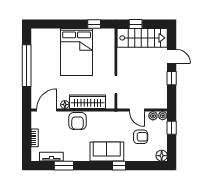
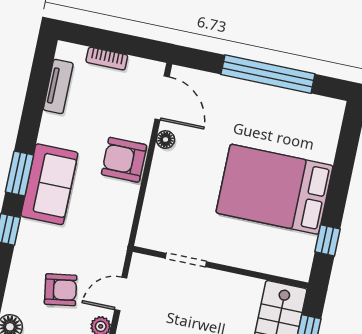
wardrobe: (88, 102) -> (161, 191), removed
armchair: (141, 137) -> (61, 290), turned -99
sofa: (107, 151) -> (49, 184), moved
window: (64, 166) -> (19, 174), moved

